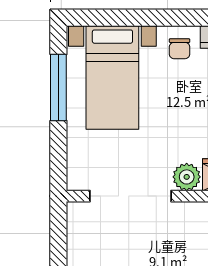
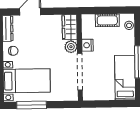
nightstand: (189, 214) -> (87, 45), added

